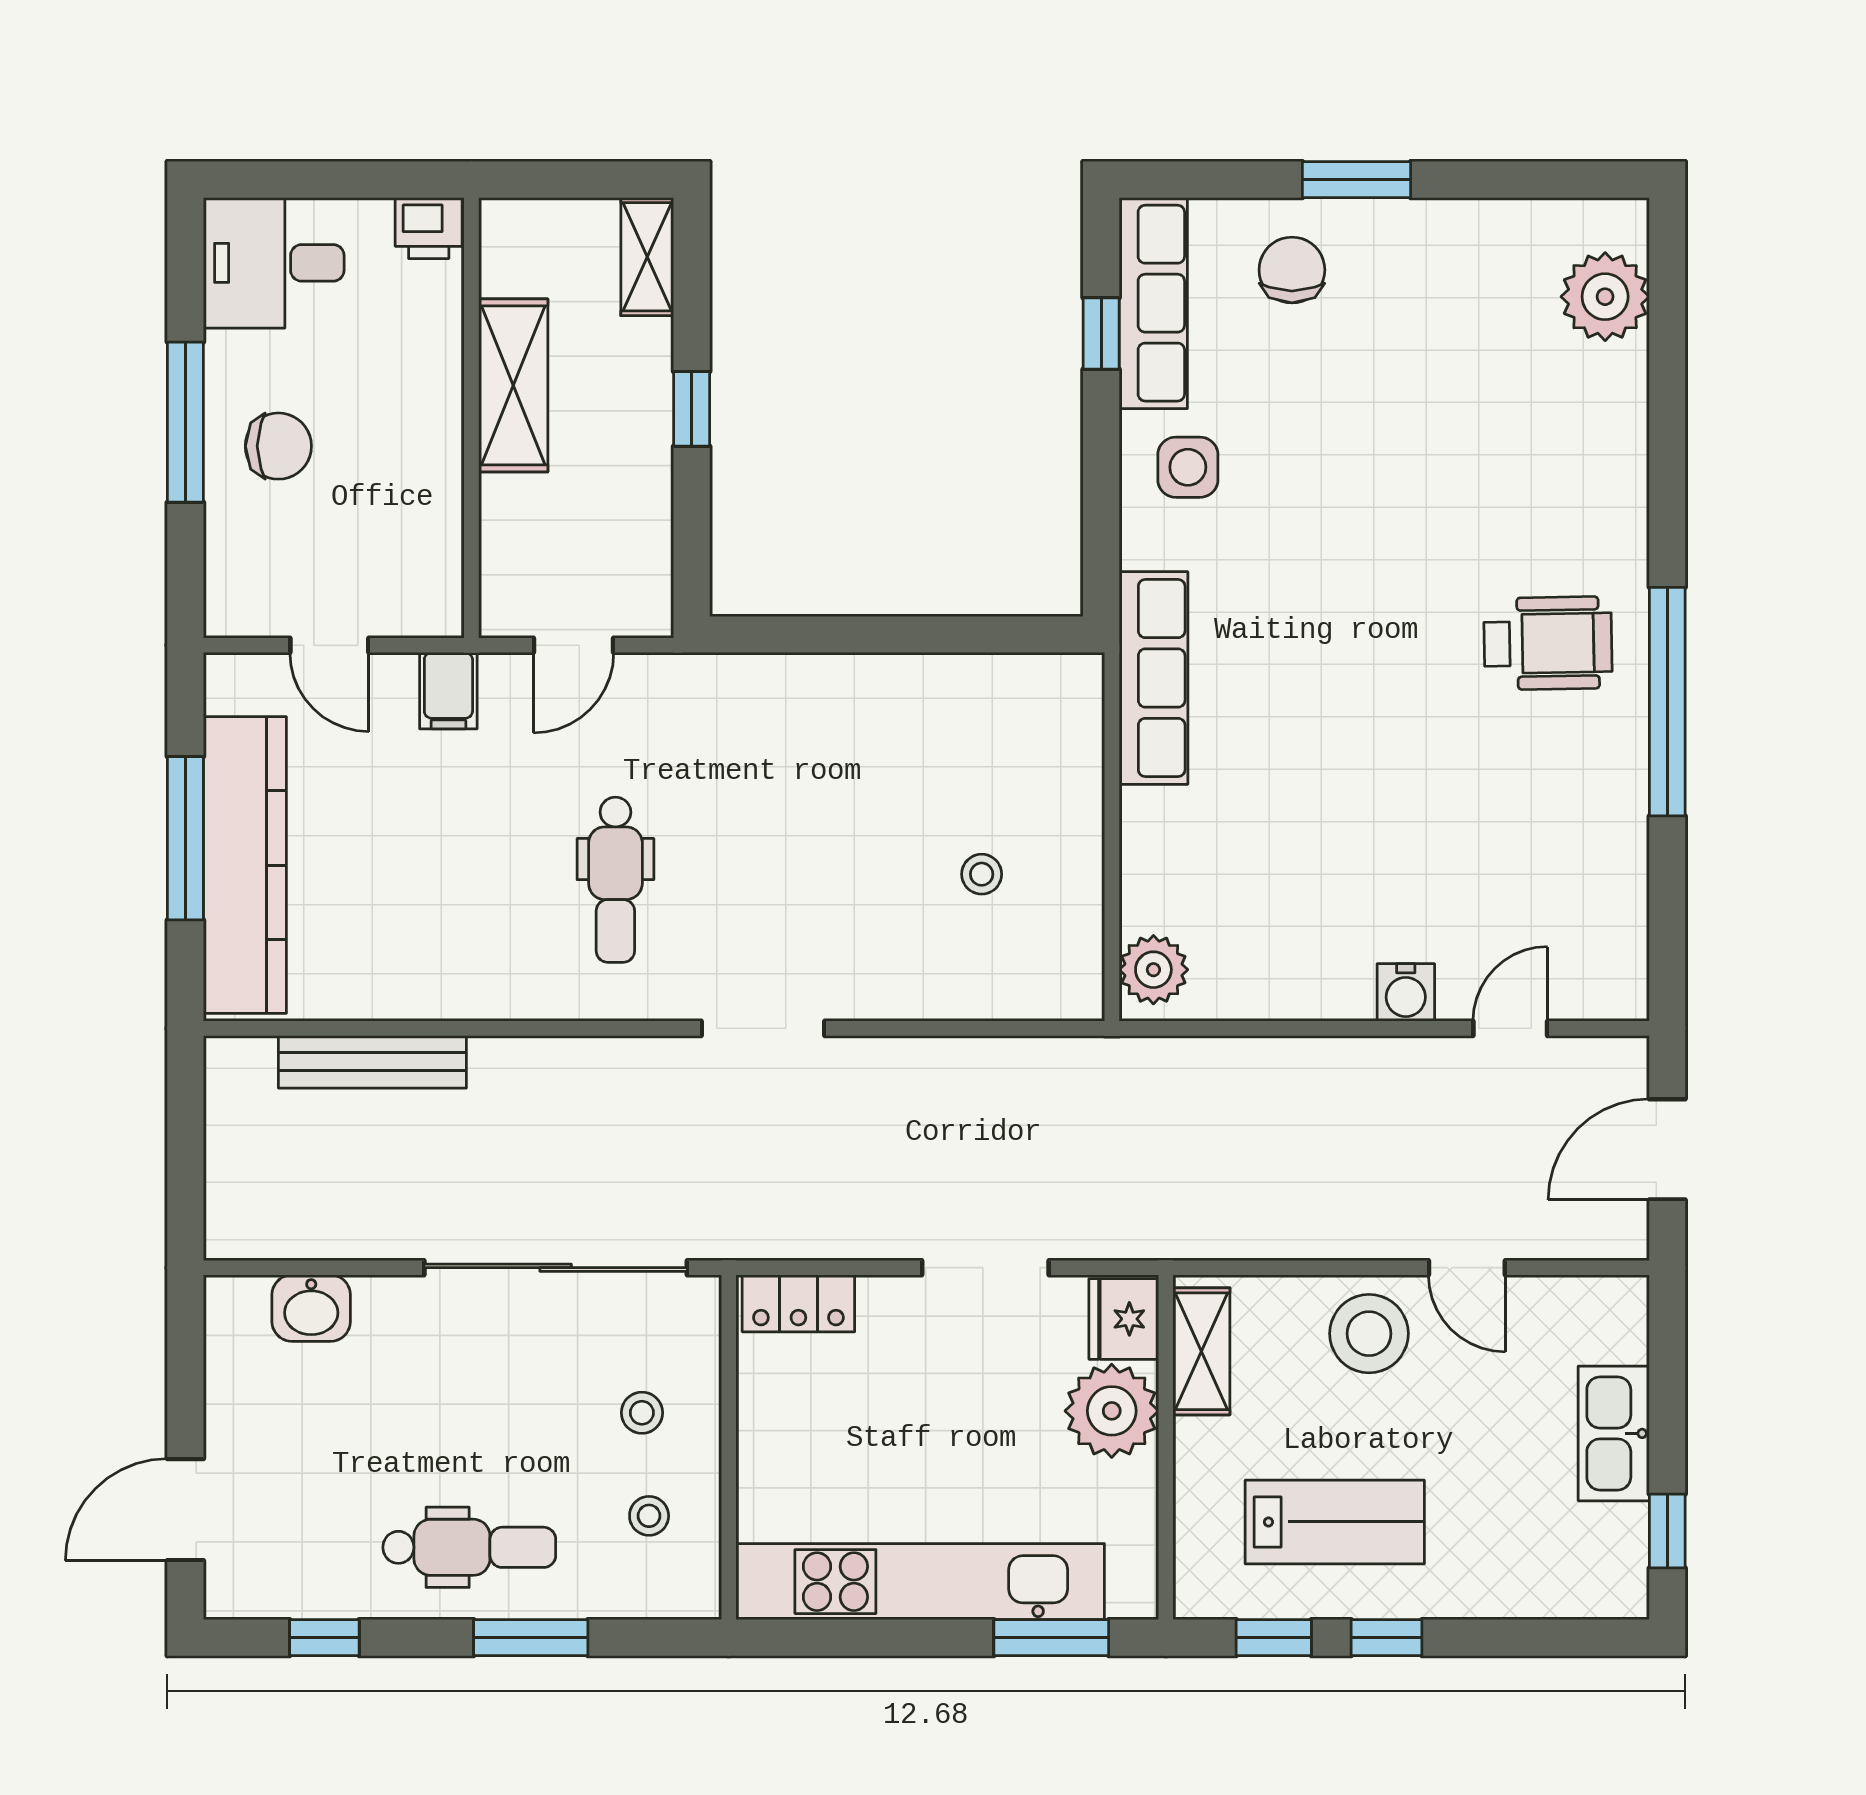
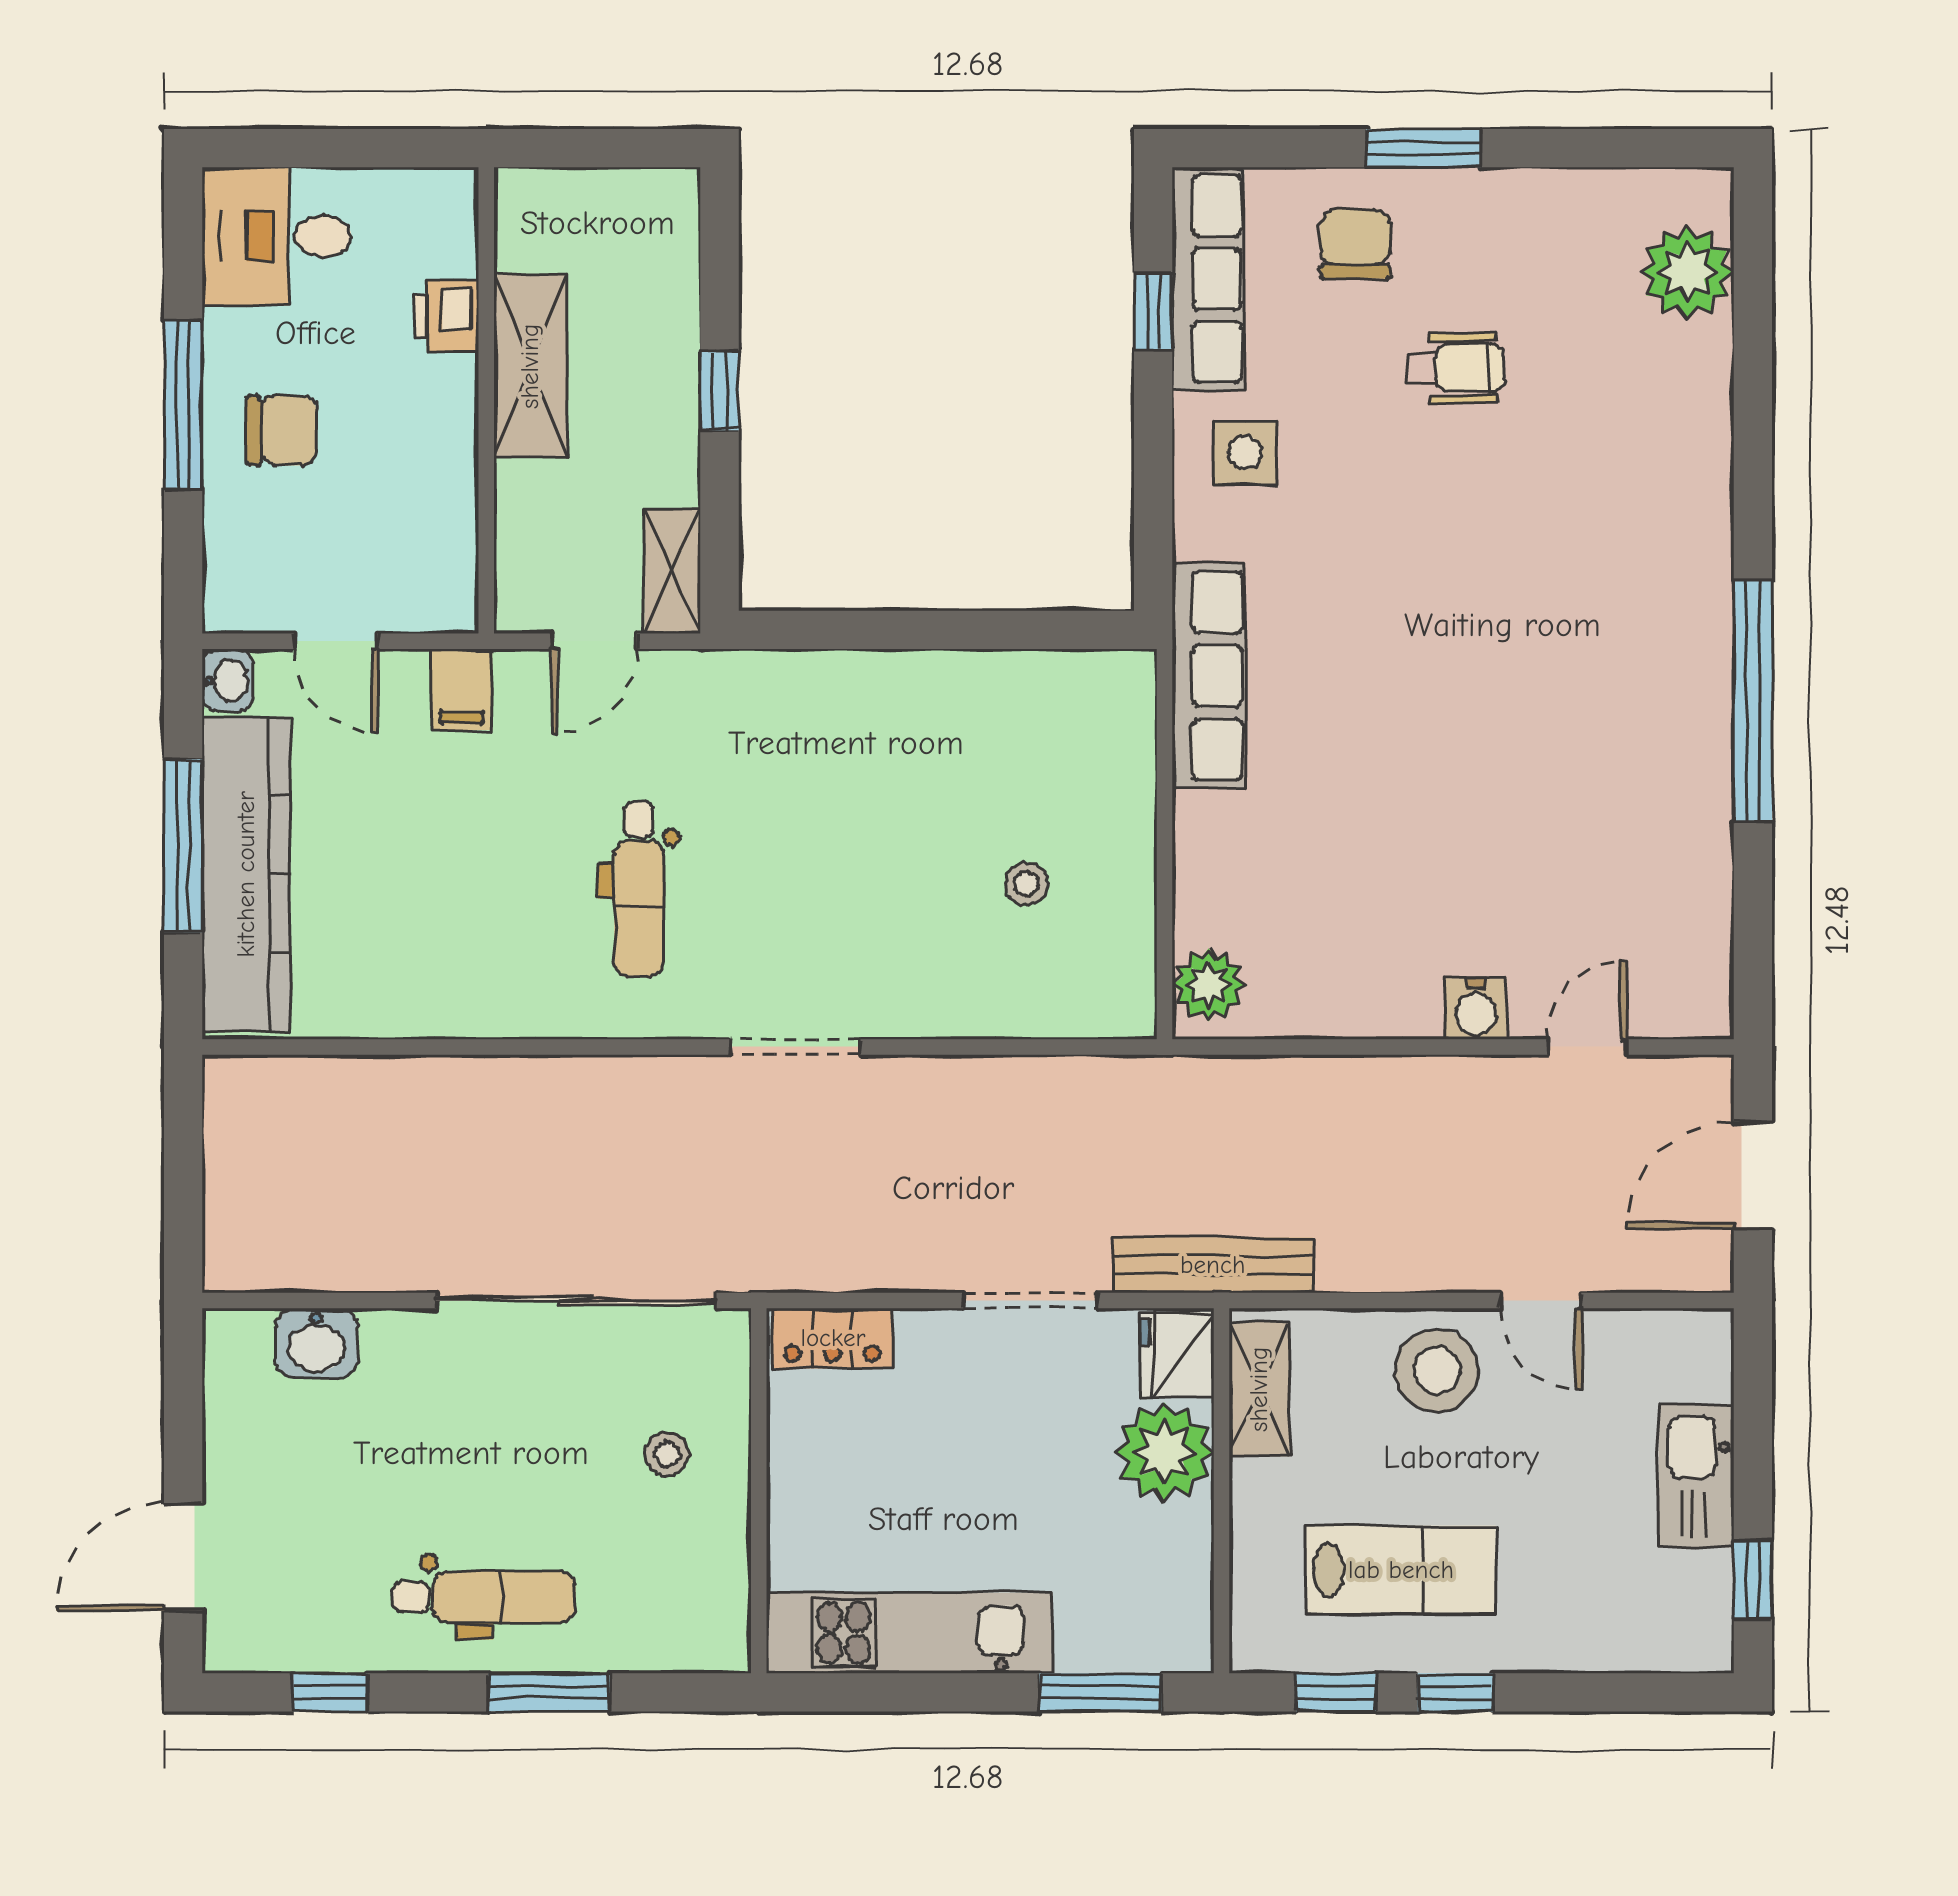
printer: (429, 228) -> (446, 316), moved, turned 90
shelving: (647, 257) -> (672, 571), moved
wheelchair: (1548, 643) -> (1455, 368), moved, width x0.73, depth x0.73
washbasin: (227, 682) -> (227, 681), added
bench: (372, 1062) -> (1213, 1265), moved
stool: (649, 1516) -> (674, 1563), removed
kitchen unit: (920, 1582) -> (909, 1633), width x0.73

